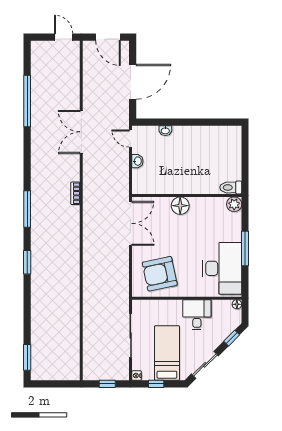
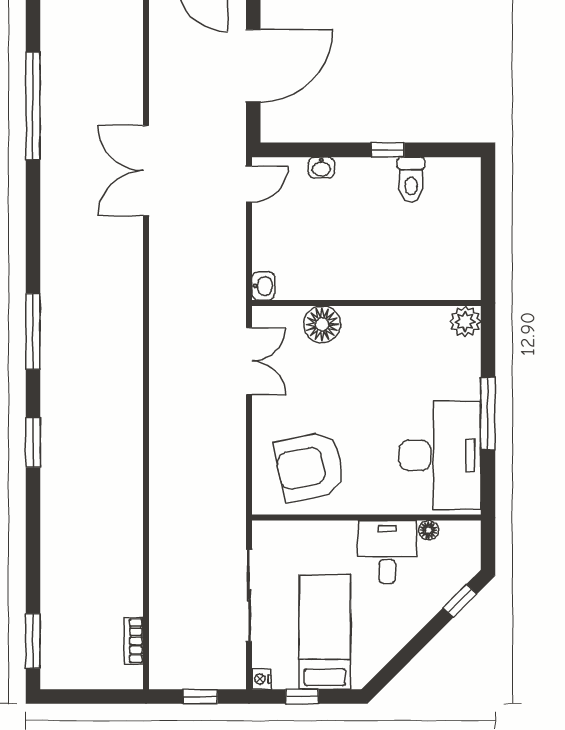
window: (197, 122) -> (388, 150), added
door: (131, 138) -> (249, 184), swing flipped
washbasin: (137, 161) -> (263, 286), moved
toilet: (231, 187) -> (411, 180), moved, turned -90
bookcase: (75, 193) -> (134, 641), moved
floor lamp: (180, 206) -> (322, 324), moved
double door: (131, 223) -> (249, 361), width x0.73
floor lamp: (237, 304) -> (429, 530), moved
sliding door: (205, 365) -> (404, 657), removed

